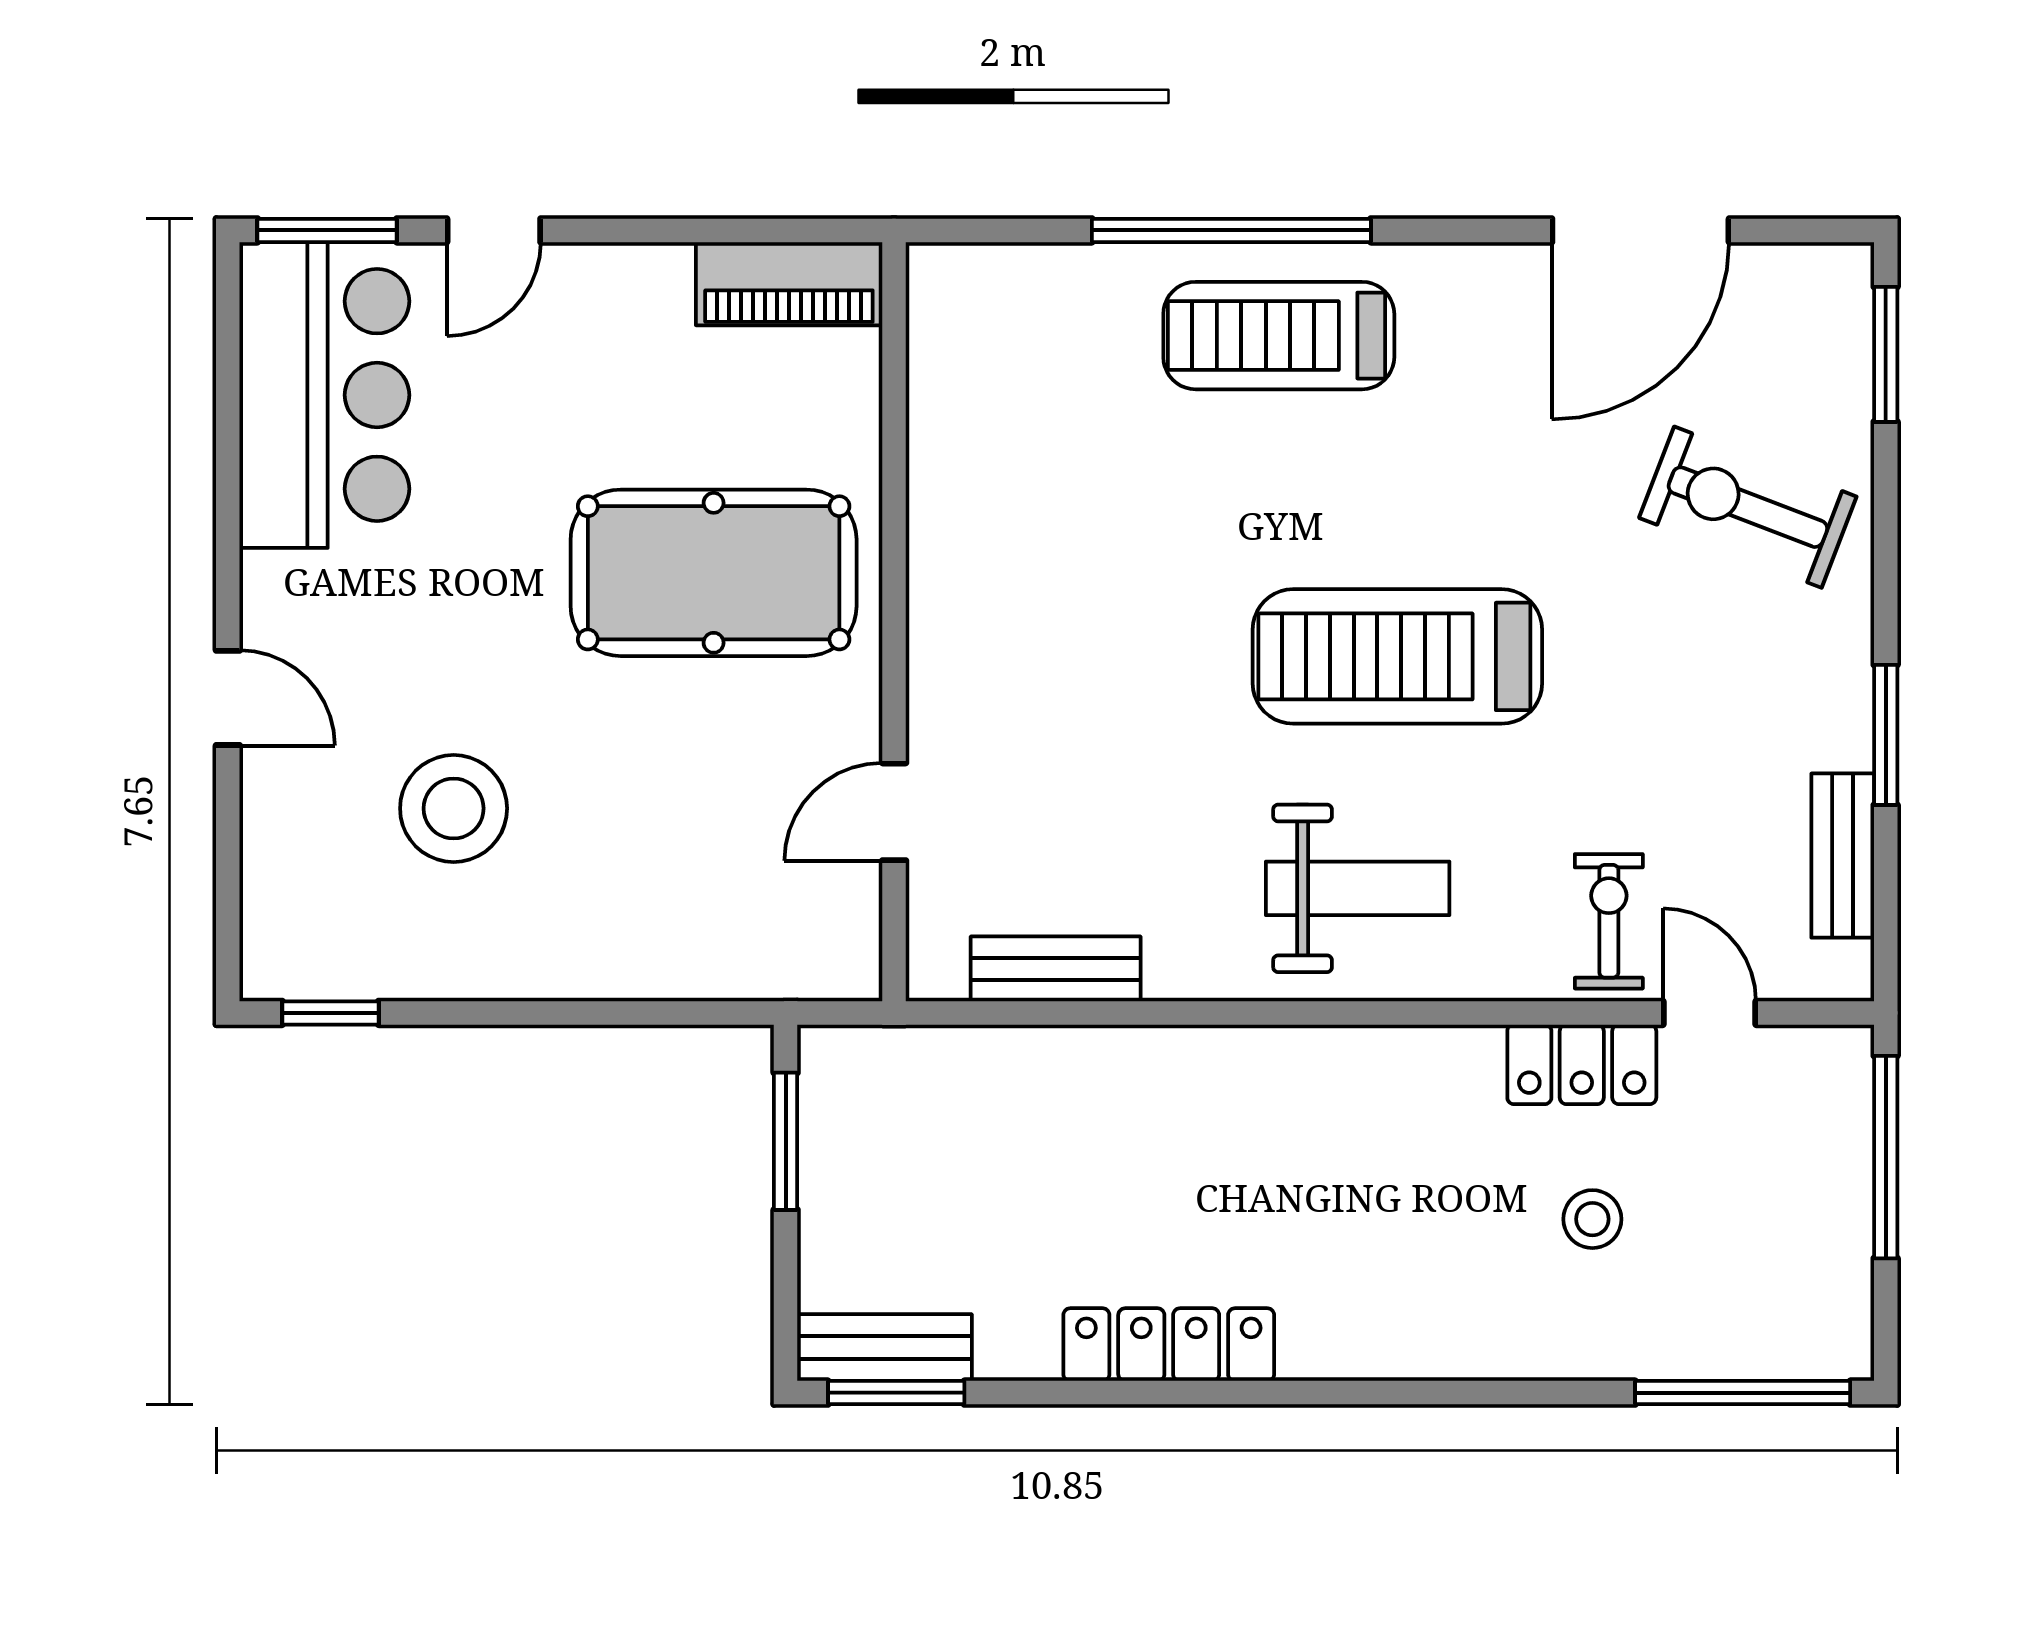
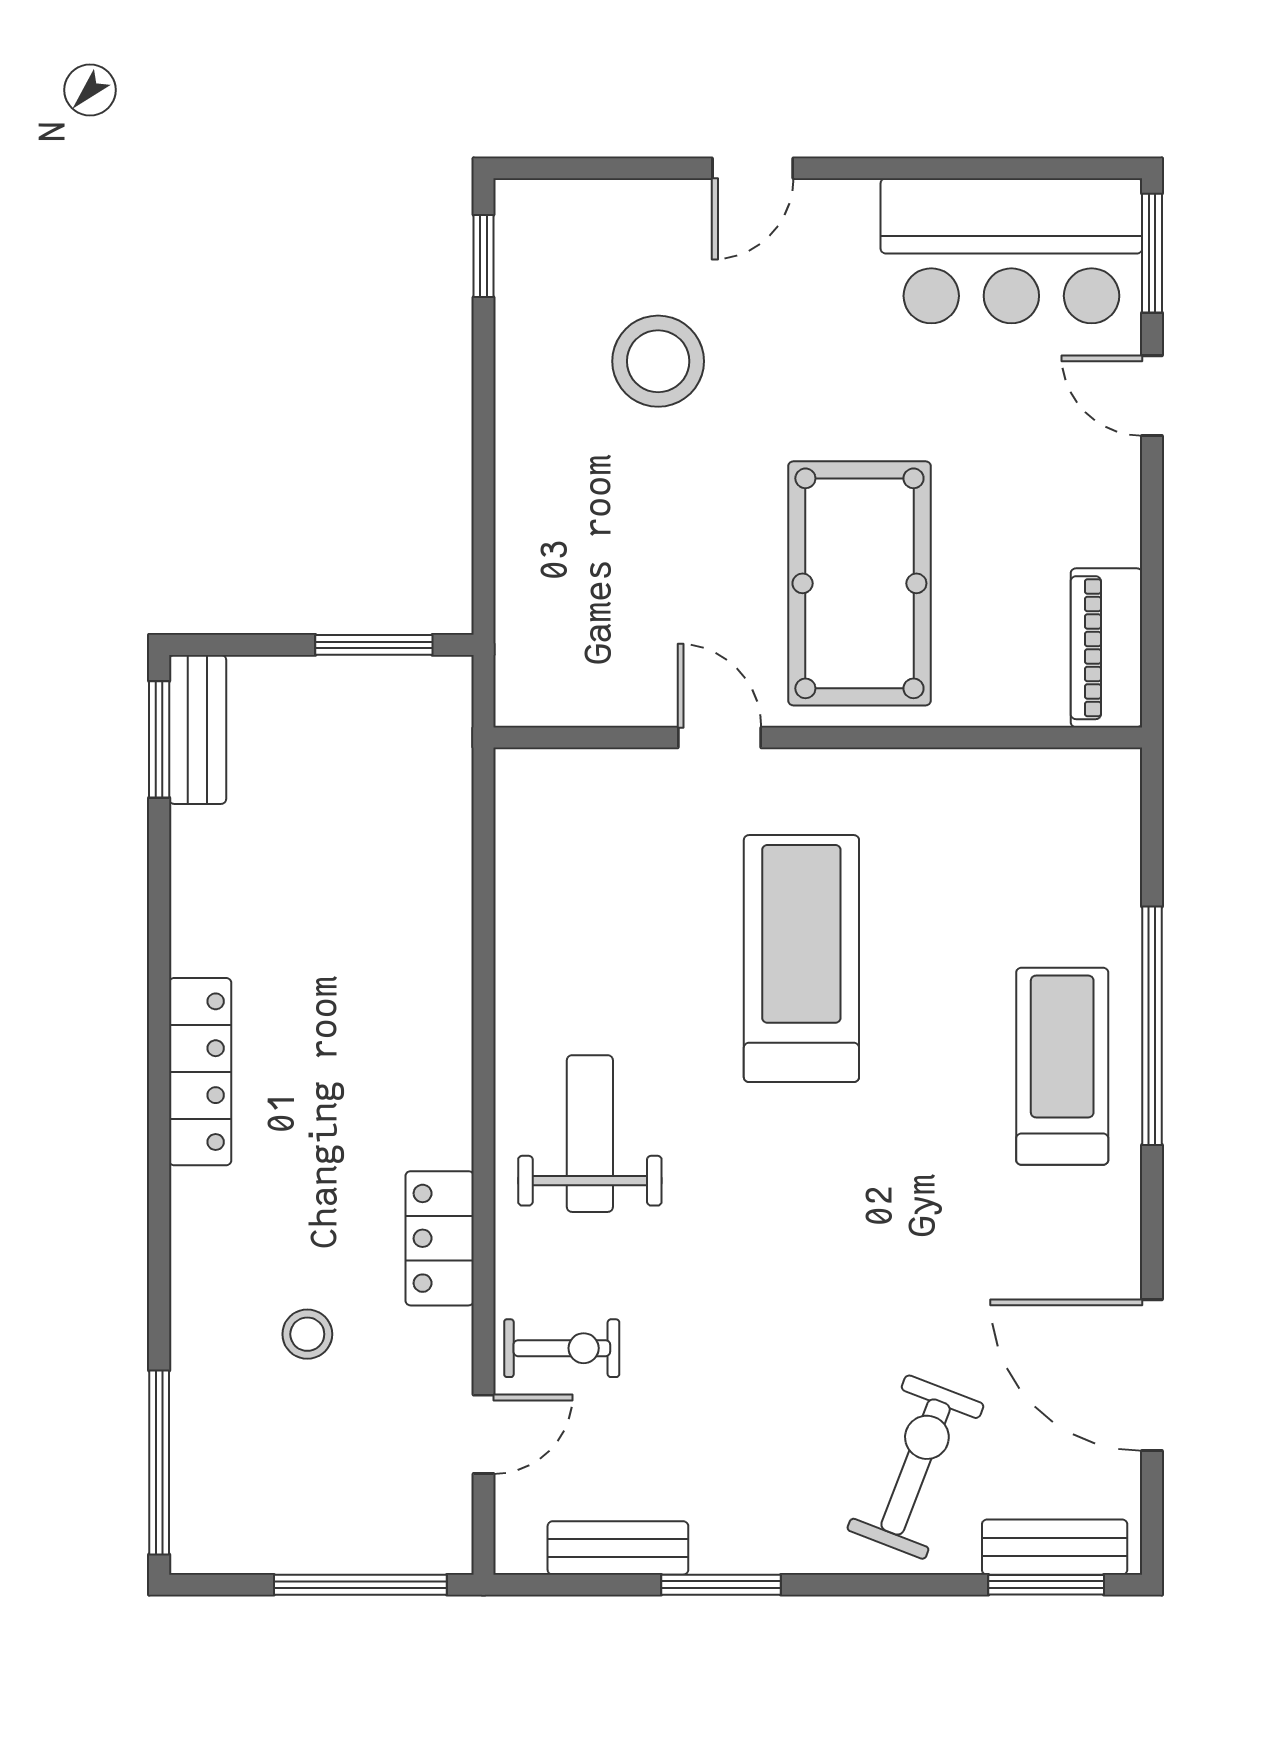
treadmill: (1397, 656) -> (801, 959), moved
door: (894, 812) -> (720, 738), moved
weight bench: (1358, 888) -> (590, 1134), turned 180
bench: (1056, 969) -> (1055, 1547), moved, turned 90
locker: (1582, 1064) -> (440, 1238), moved
locker: (1169, 1345) -> (200, 1072), moved

